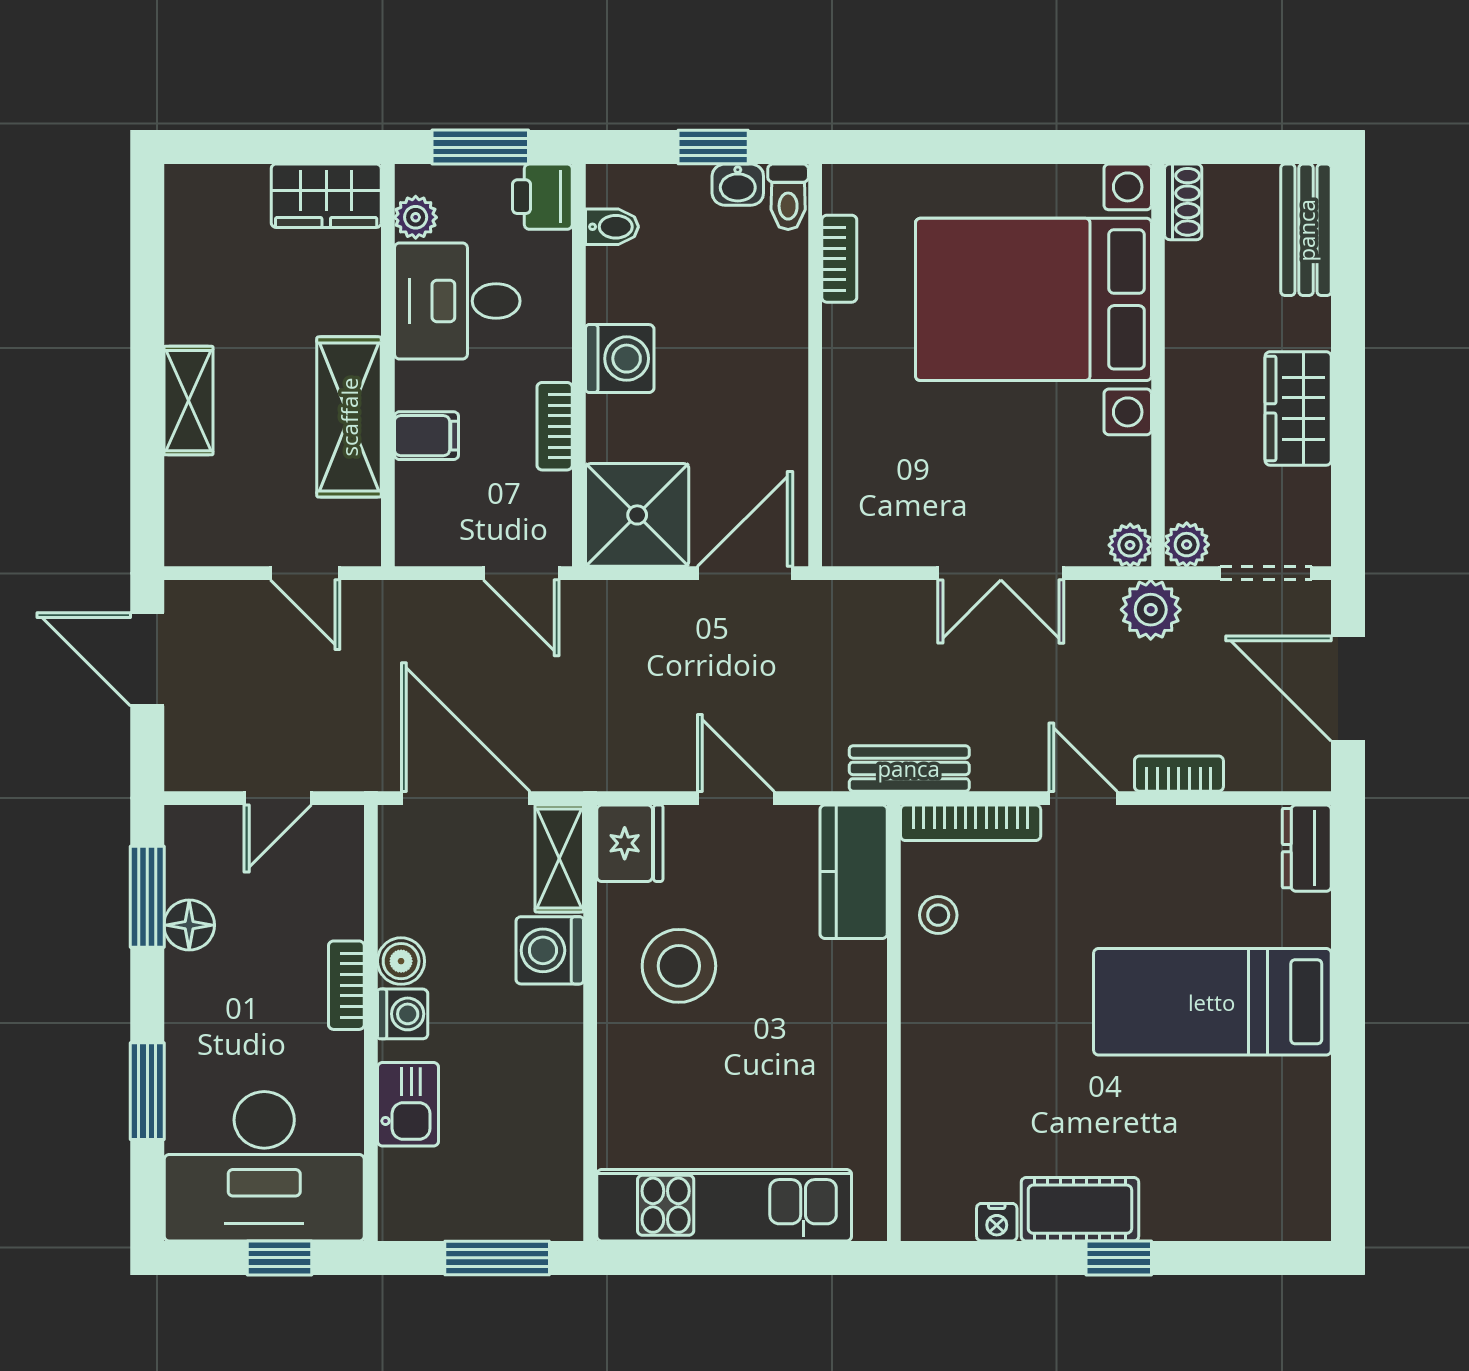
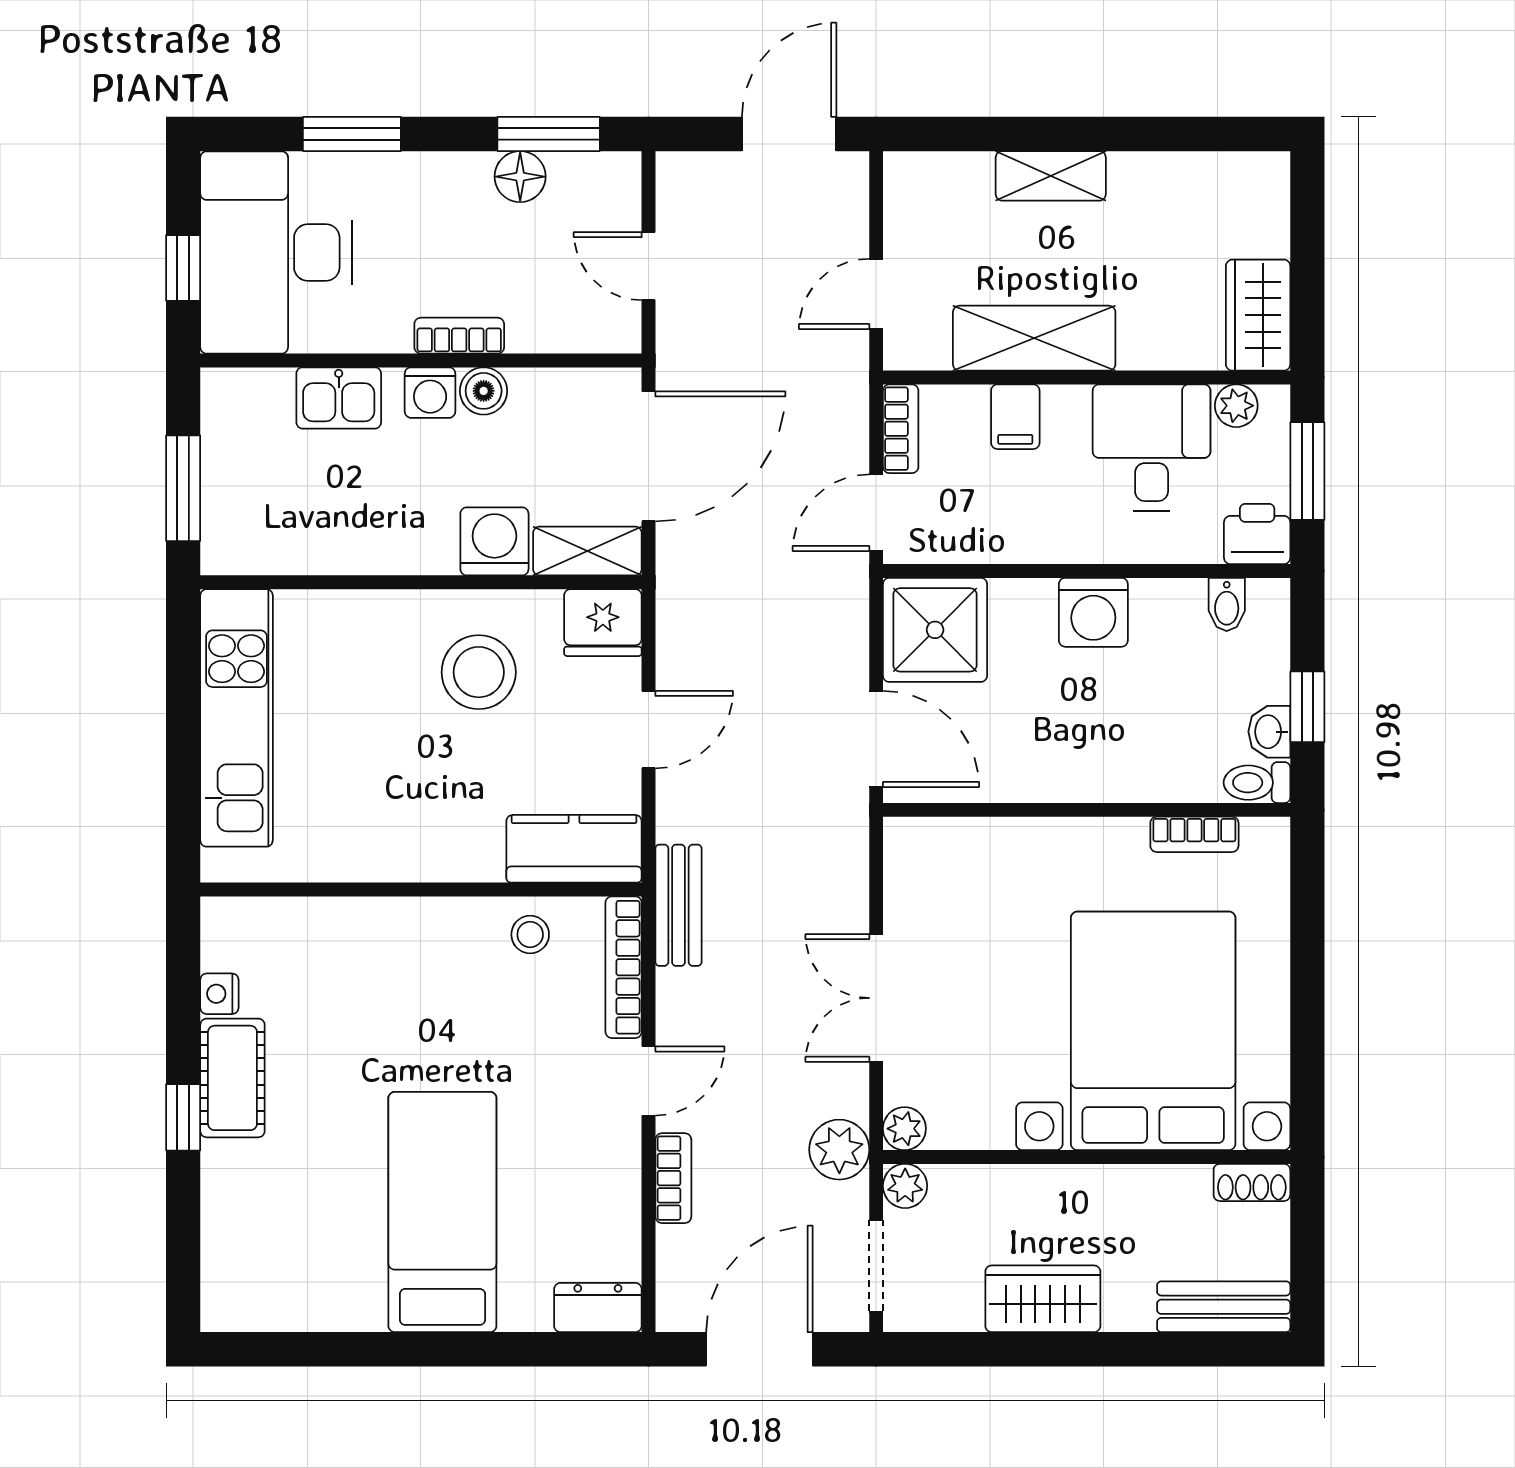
bookcase: (555, 426) -> (901, 429), moved, turned 90

